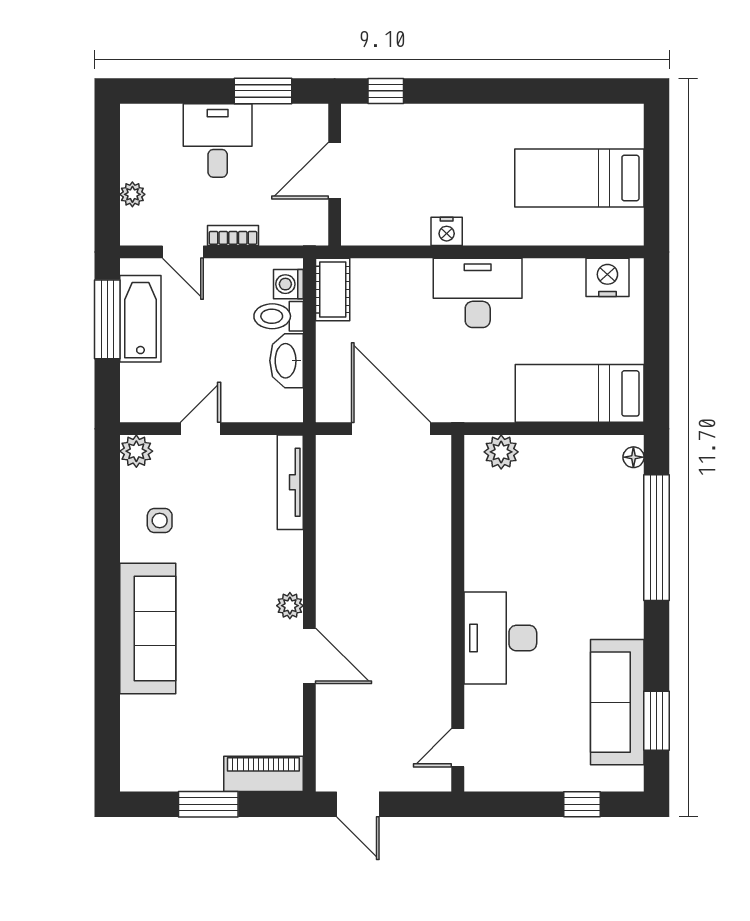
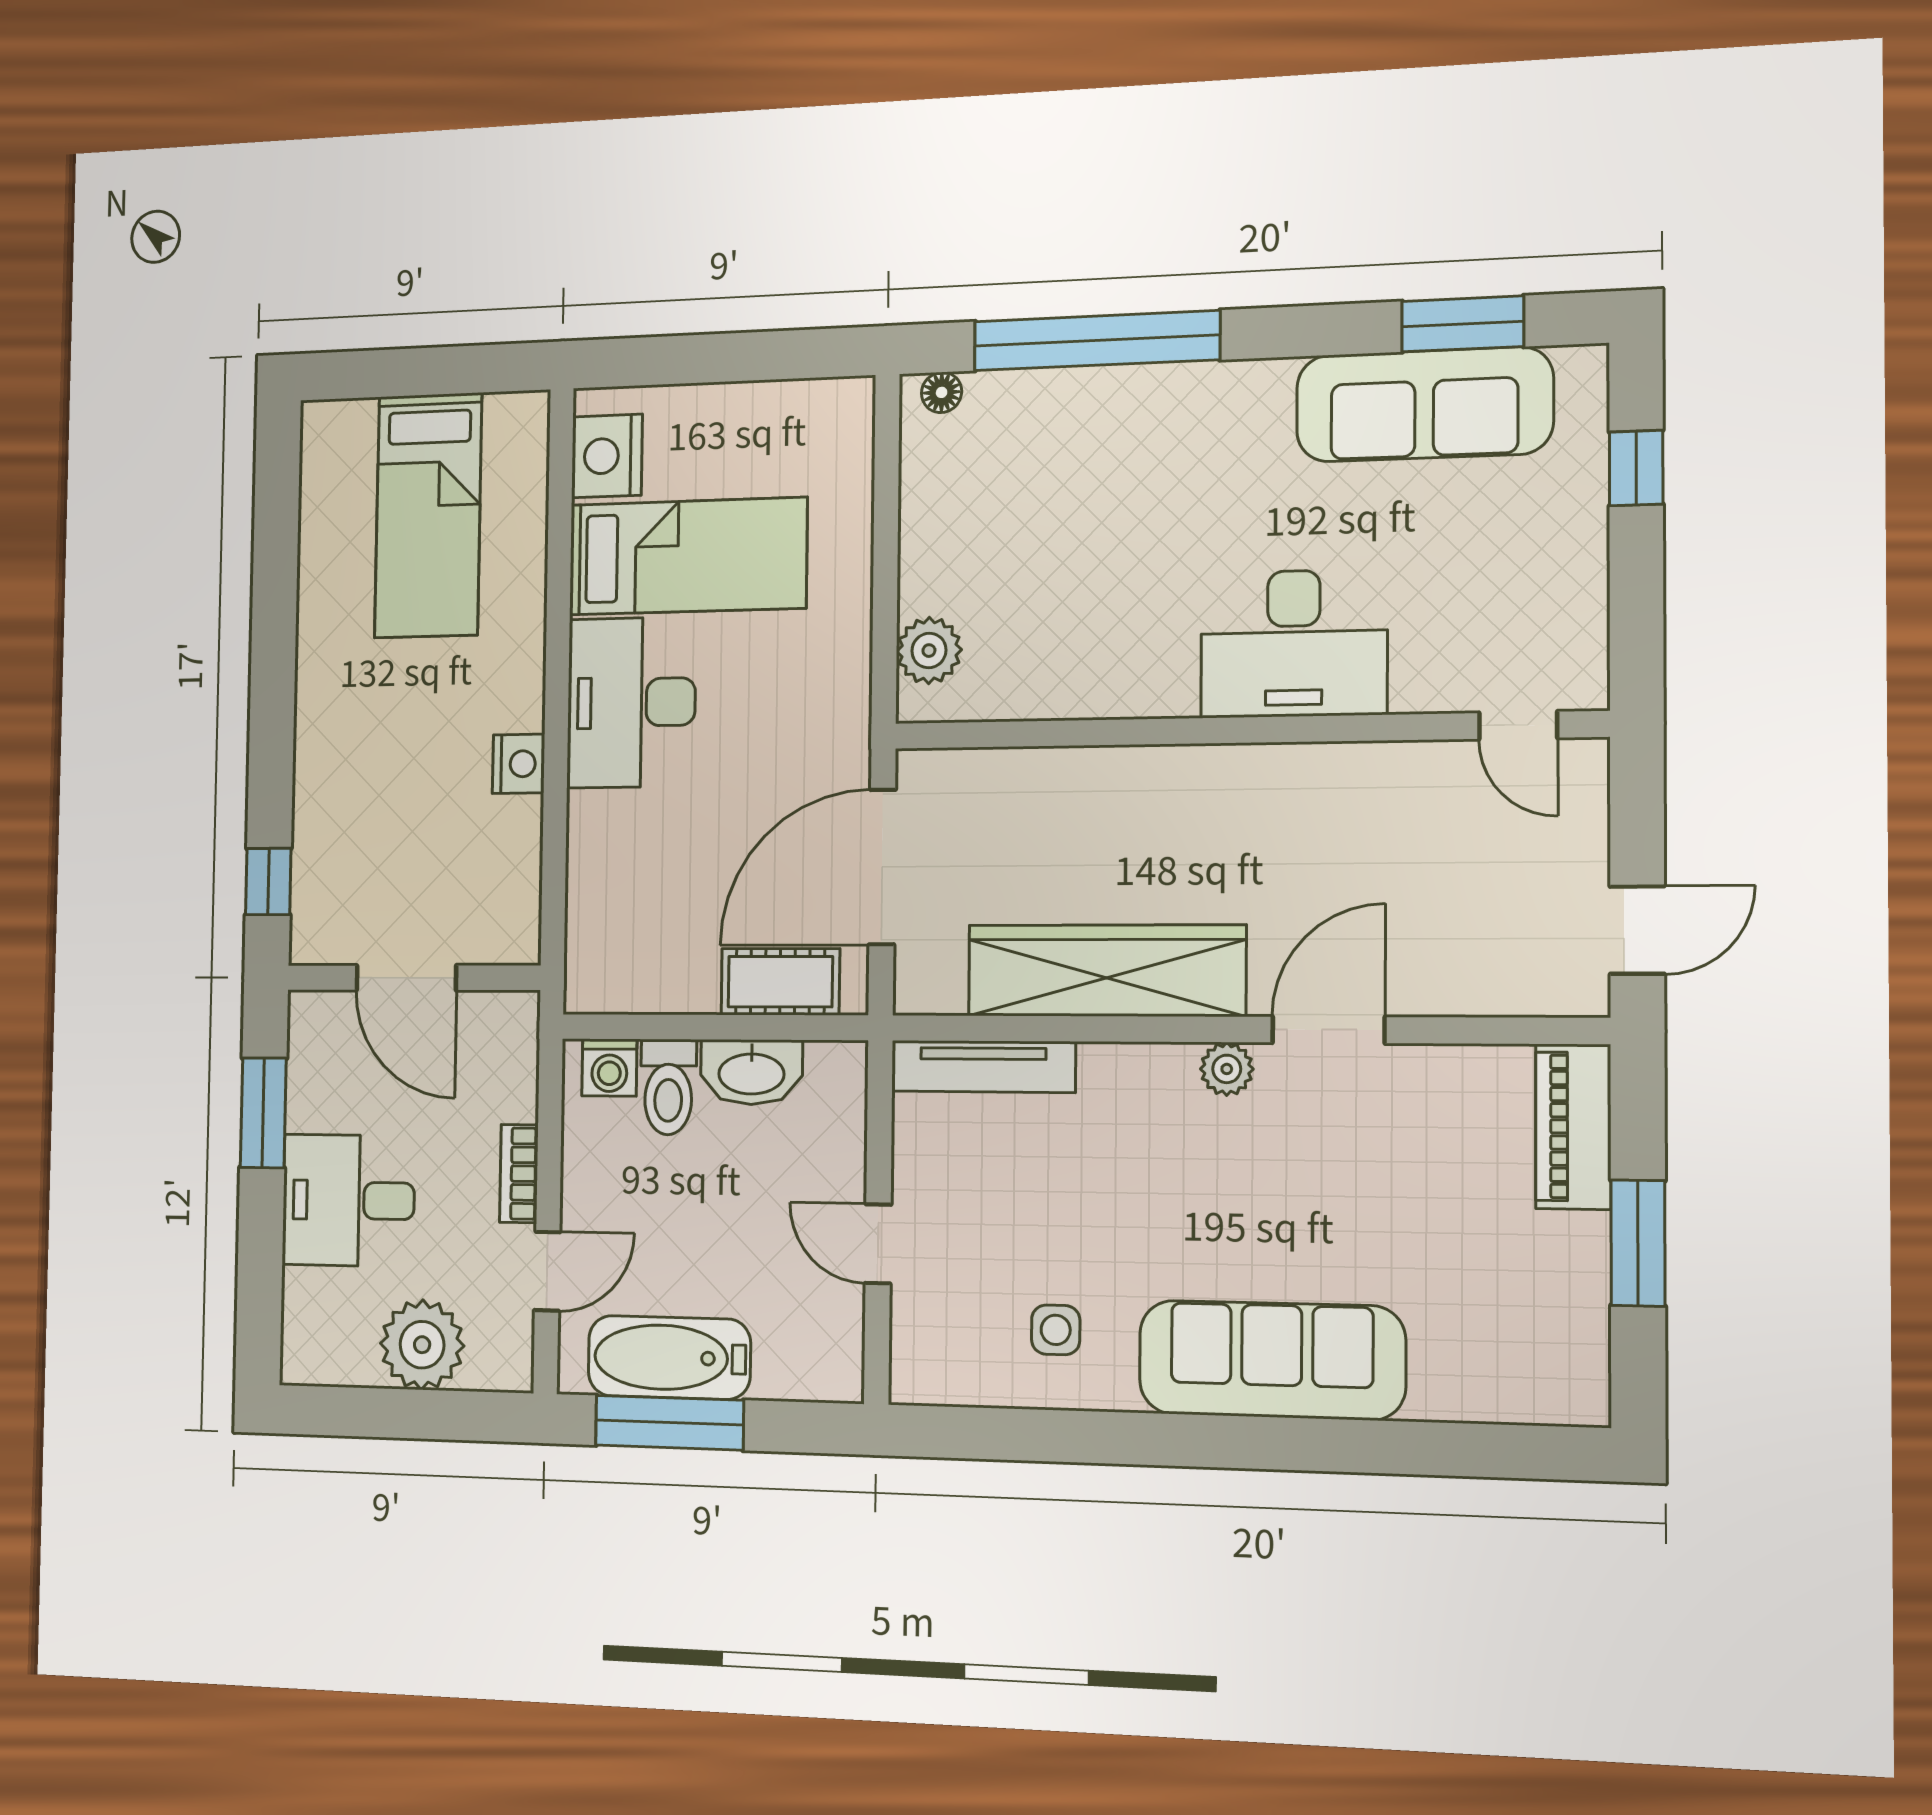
plant: (132, 194) -> (422, 1345), width x1.87, depth x1.87
cot: (333, 290) -> (780, 982), moved
bed: (580, 393) -> (688, 556), moved, turned -90
plant: (136, 451) -> (920, 1373), removed
wardrobe: (338, 545) -> (1106, 971), added

